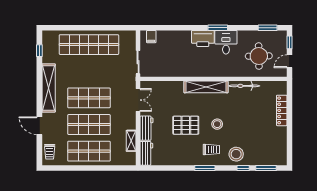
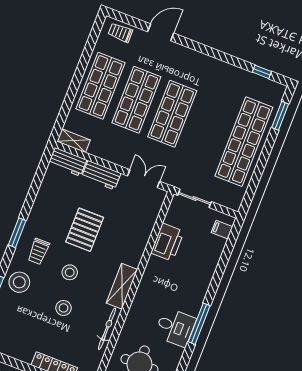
window: (63, 28) -> (280, 116), added
window: (218, 28) -> (199, 324), width x1.44
printer: (203, 38) -> (167, 242), moved, turned 180
shelving: (206, 87) -> (122, 286), width x0.68
shelving: (49, 88) -> (207, 65), removed
double door: (138, 100) -> (144, 179), swing flipped
stool: (242, 119) -> (64, 308), added
shelving: (131, 141) -> (74, 141), moved

